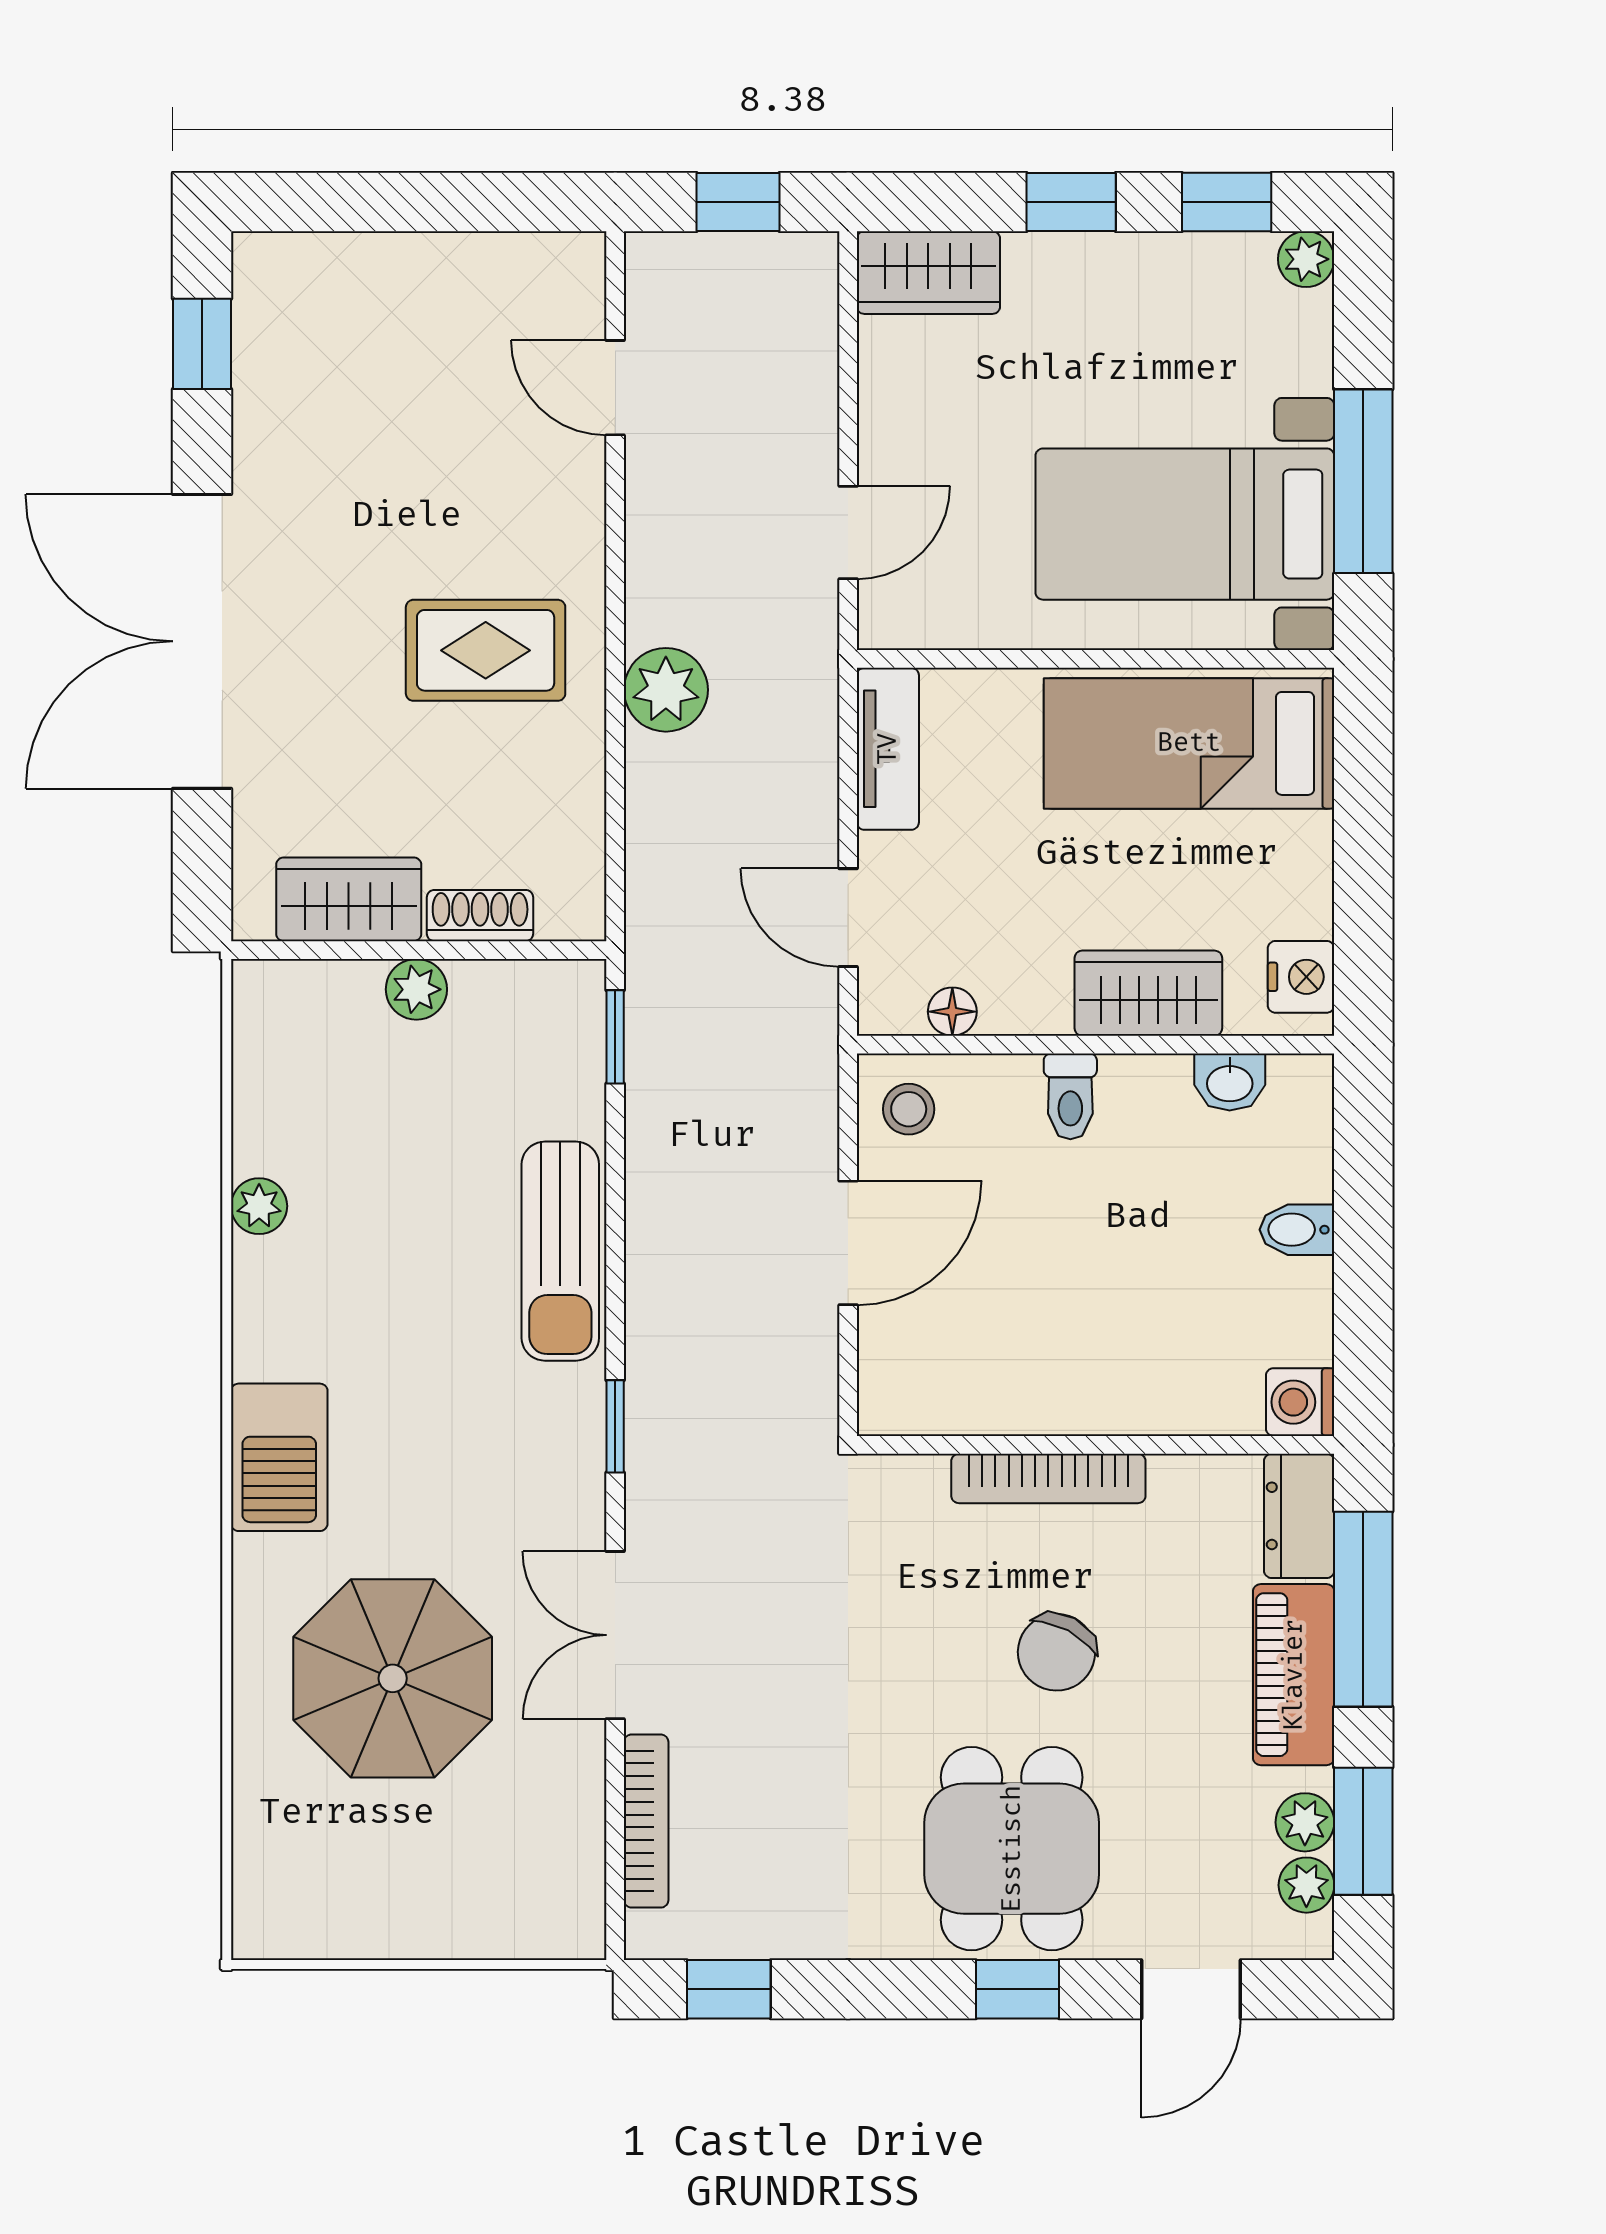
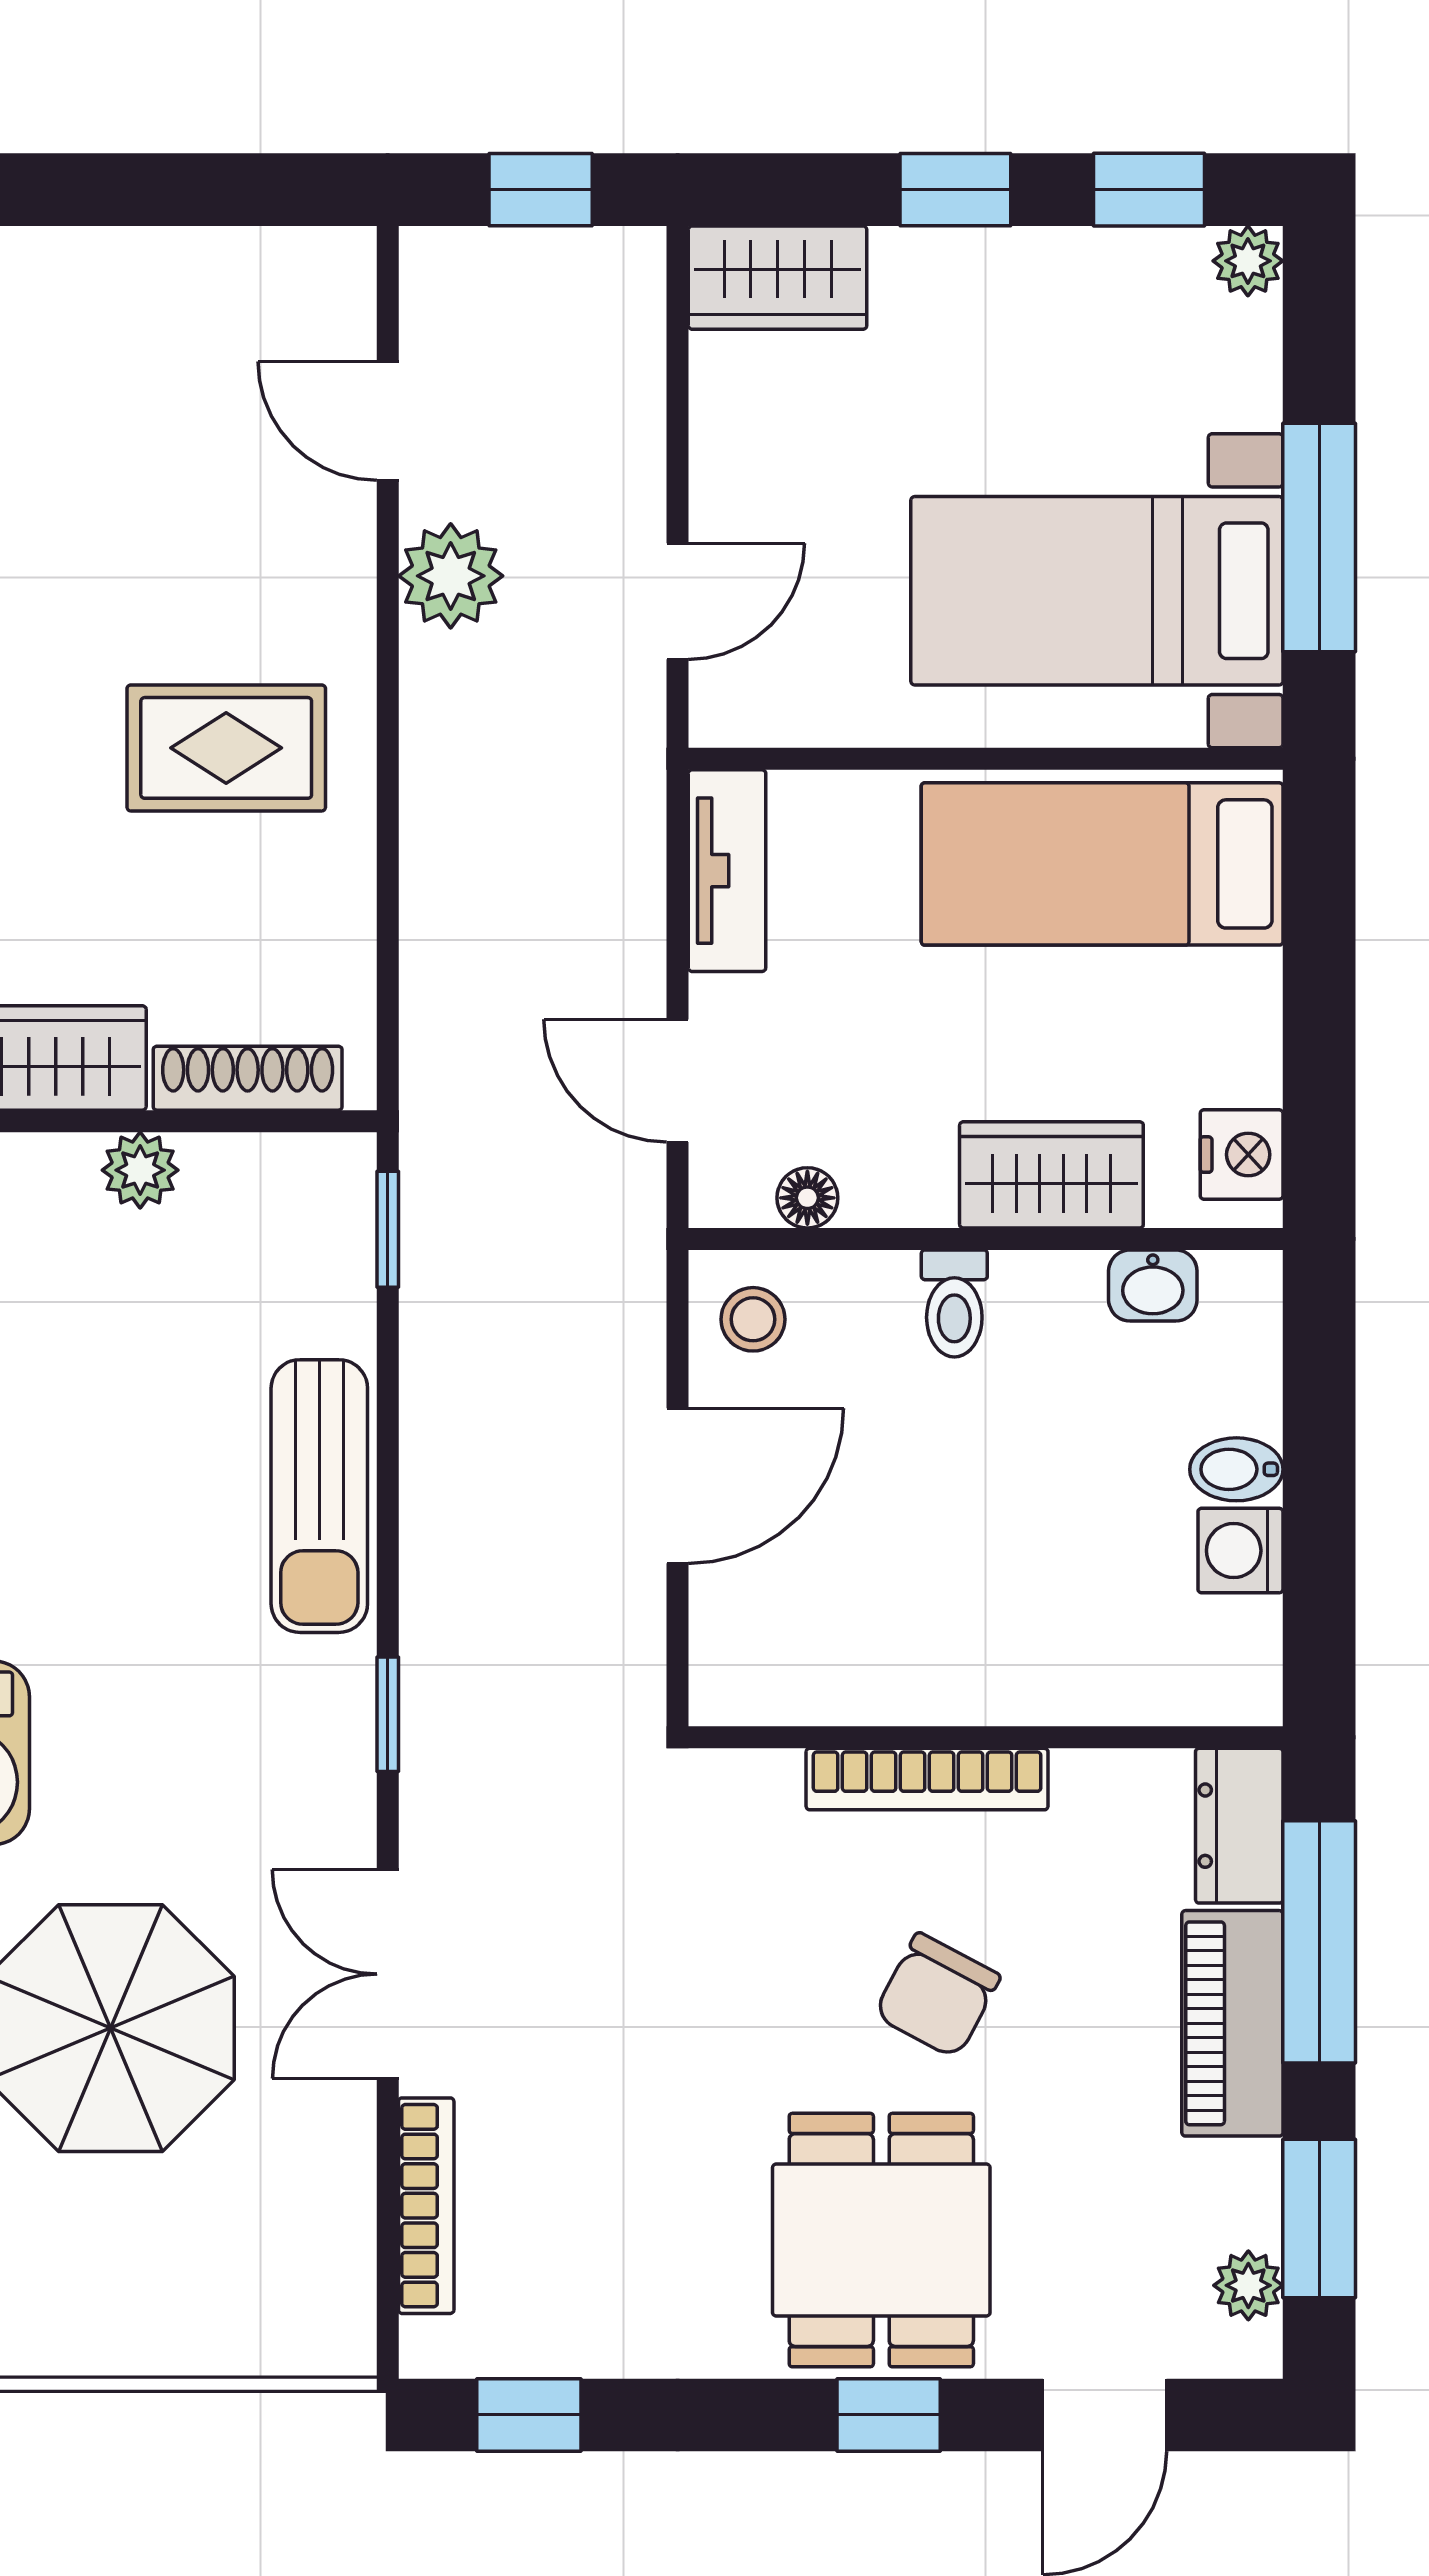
plant: (666, 690) -> (451, 576), moved
shoe rack: (480, 916) -> (248, 1078), width x1.43
washing machine: (1300, 1402) -> (1240, 1551), moved
plant: (1305, 1822) -> (1246, 2207), removed

